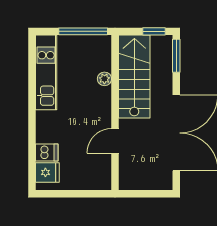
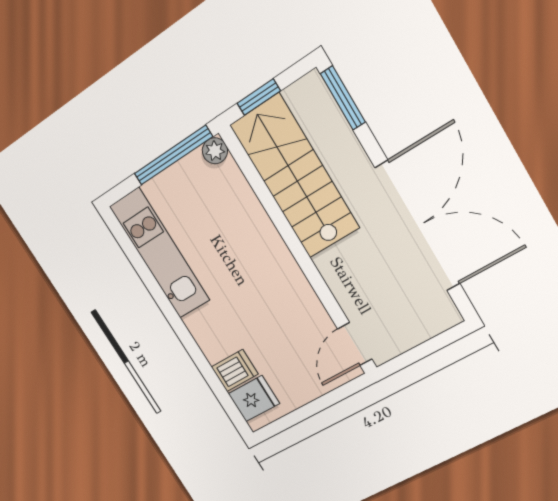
window: (154, 31) -> (259, 97), moved
plant: (104, 79) -> (215, 151), moved
door: (115, 141) -> (355, 344), moved

